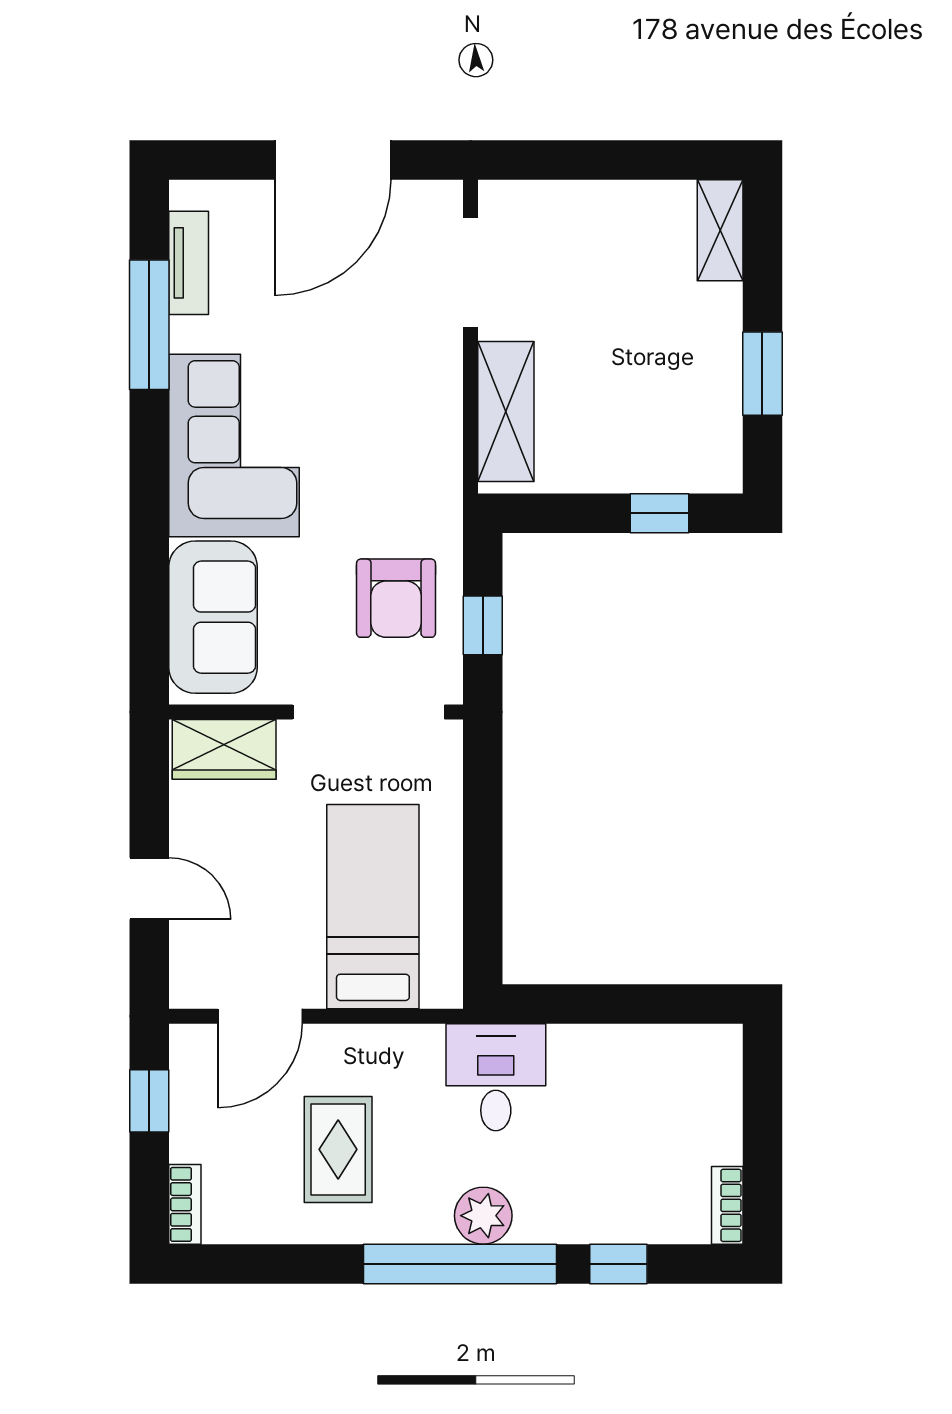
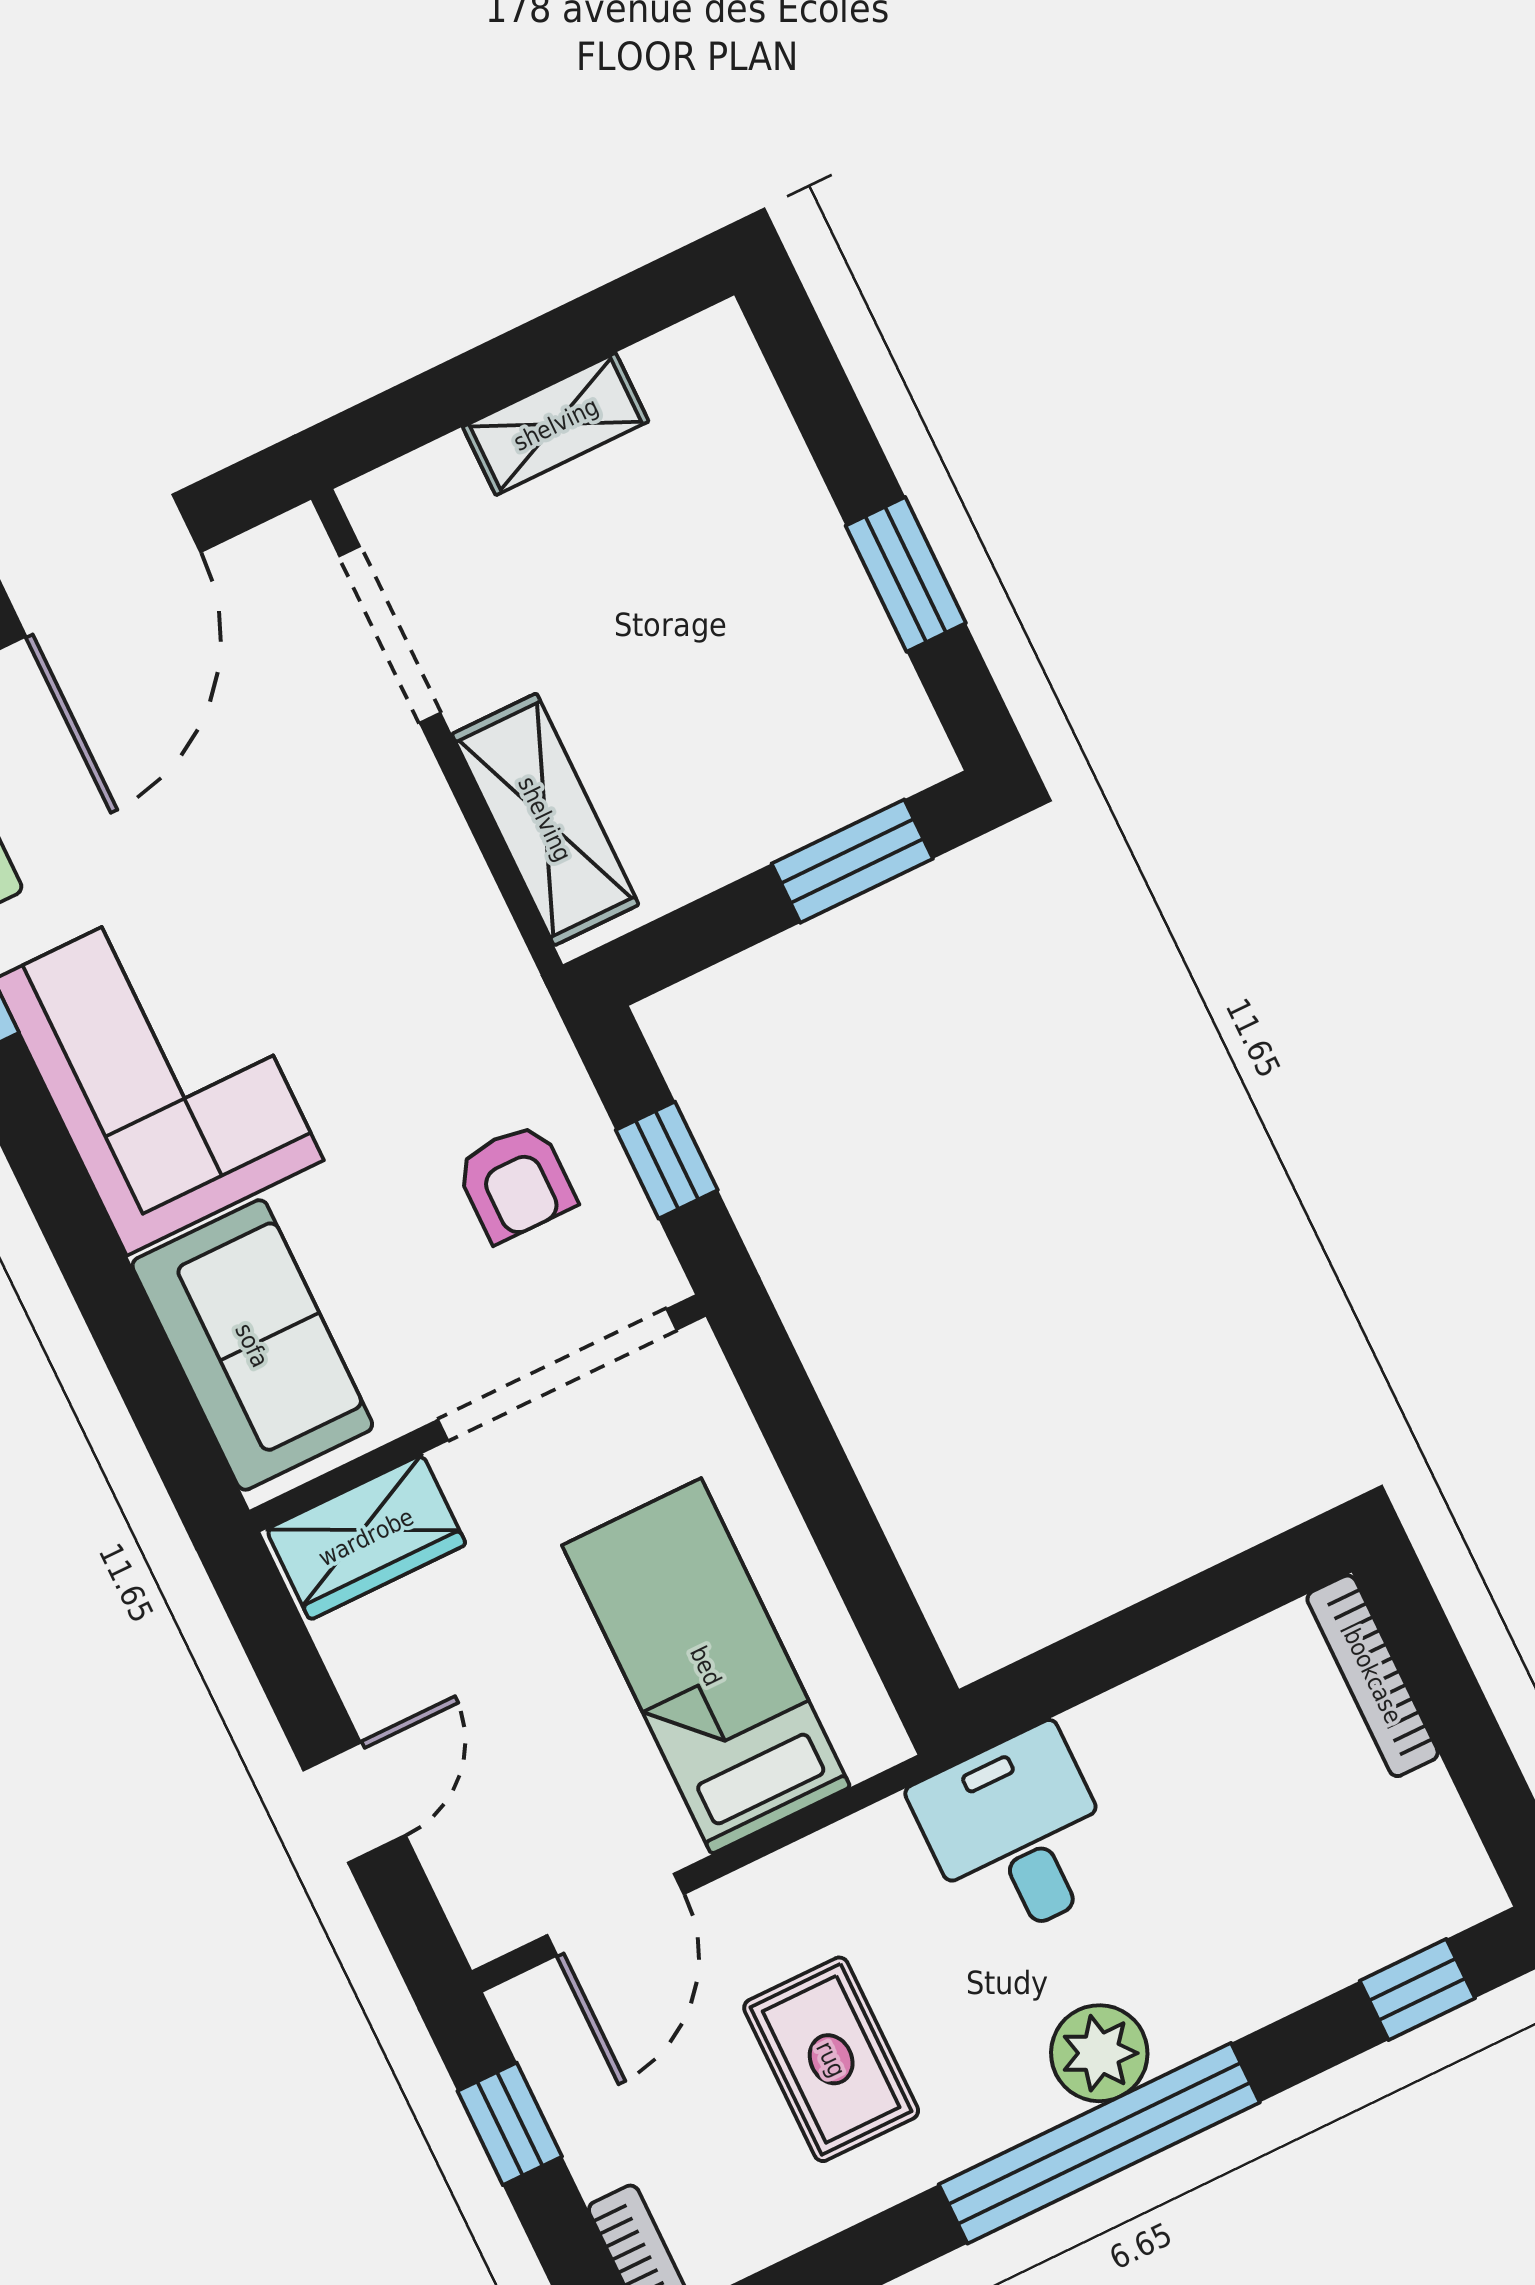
shelving: (720, 230) -> (556, 424), moved, turned 90
window: (660, 513) -> (852, 861), width x1.50
armchair: (396, 598) -> (515, 1182), width x0.72, depth x0.72
door: (149, 889) -> (354, 1802), hinge flipped
bookcase: (727, 1205) -> (1373, 1676), moved, width x1.56
window: (618, 1264) -> (1417, 1990), moved

